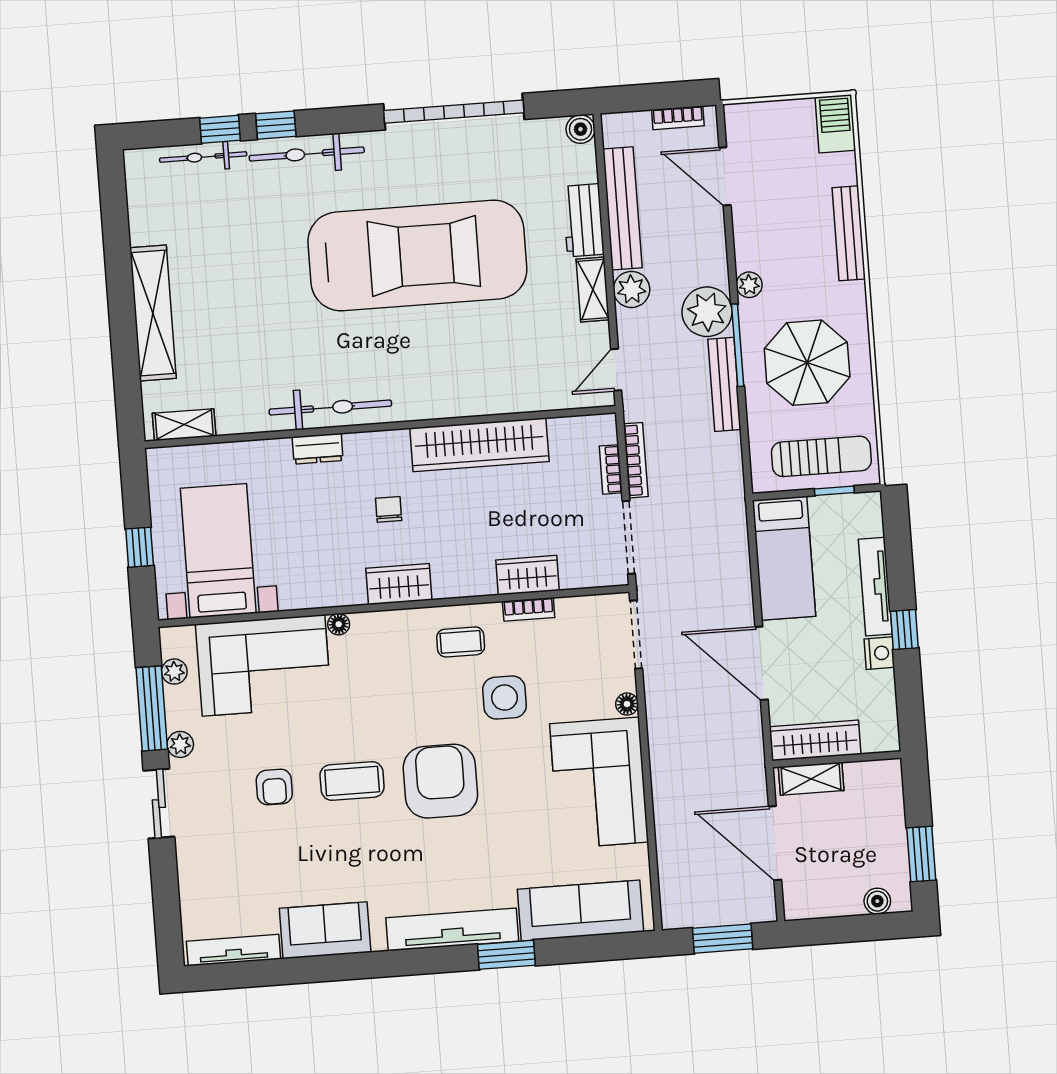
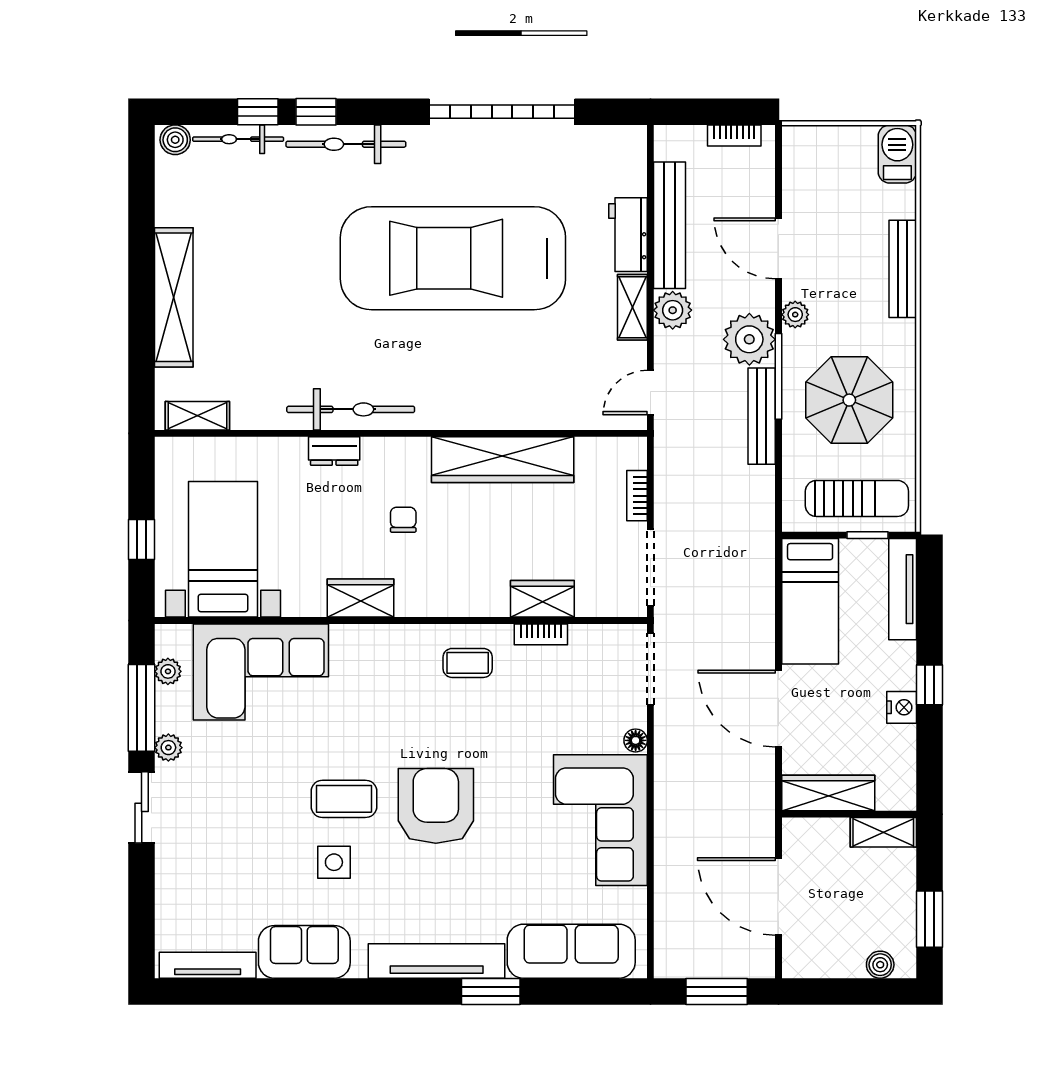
boiler: (581, 129) -> (175, 140), moved
door: (725, 176) -> (778, 248), moved
car: (417, 256) -> (453, 258), turned 180
bookcase: (636, 460) -> (664, 488), removed
wardrobe: (399, 584) -> (361, 598), moved
tv unit: (875, 587) -> (903, 589), moved
floor lamp: (339, 624) -> (342, 635), removed
side table: (505, 698) -> (334, 862), moved, width x0.73, depth x0.73
shelving: (811, 779) -> (883, 832), moved
armchair: (274, 787) -> (263, 799), removed

